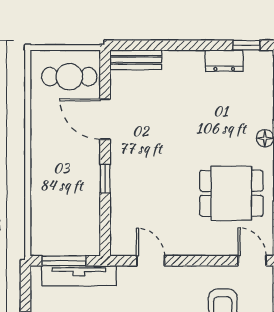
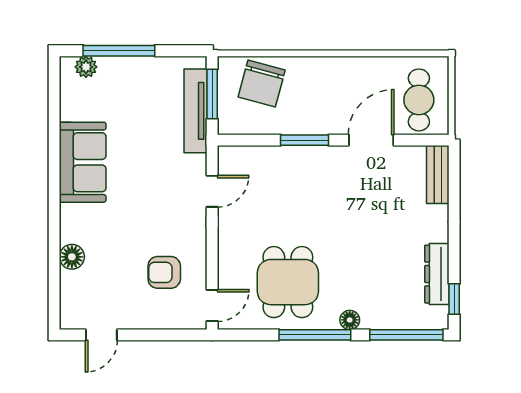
dresser: (224, 61) -> (437, 274), width x1.44
window: (105, 178) -> (304, 140), width x1.50
chair: (55, 217) -> (262, 83), added

